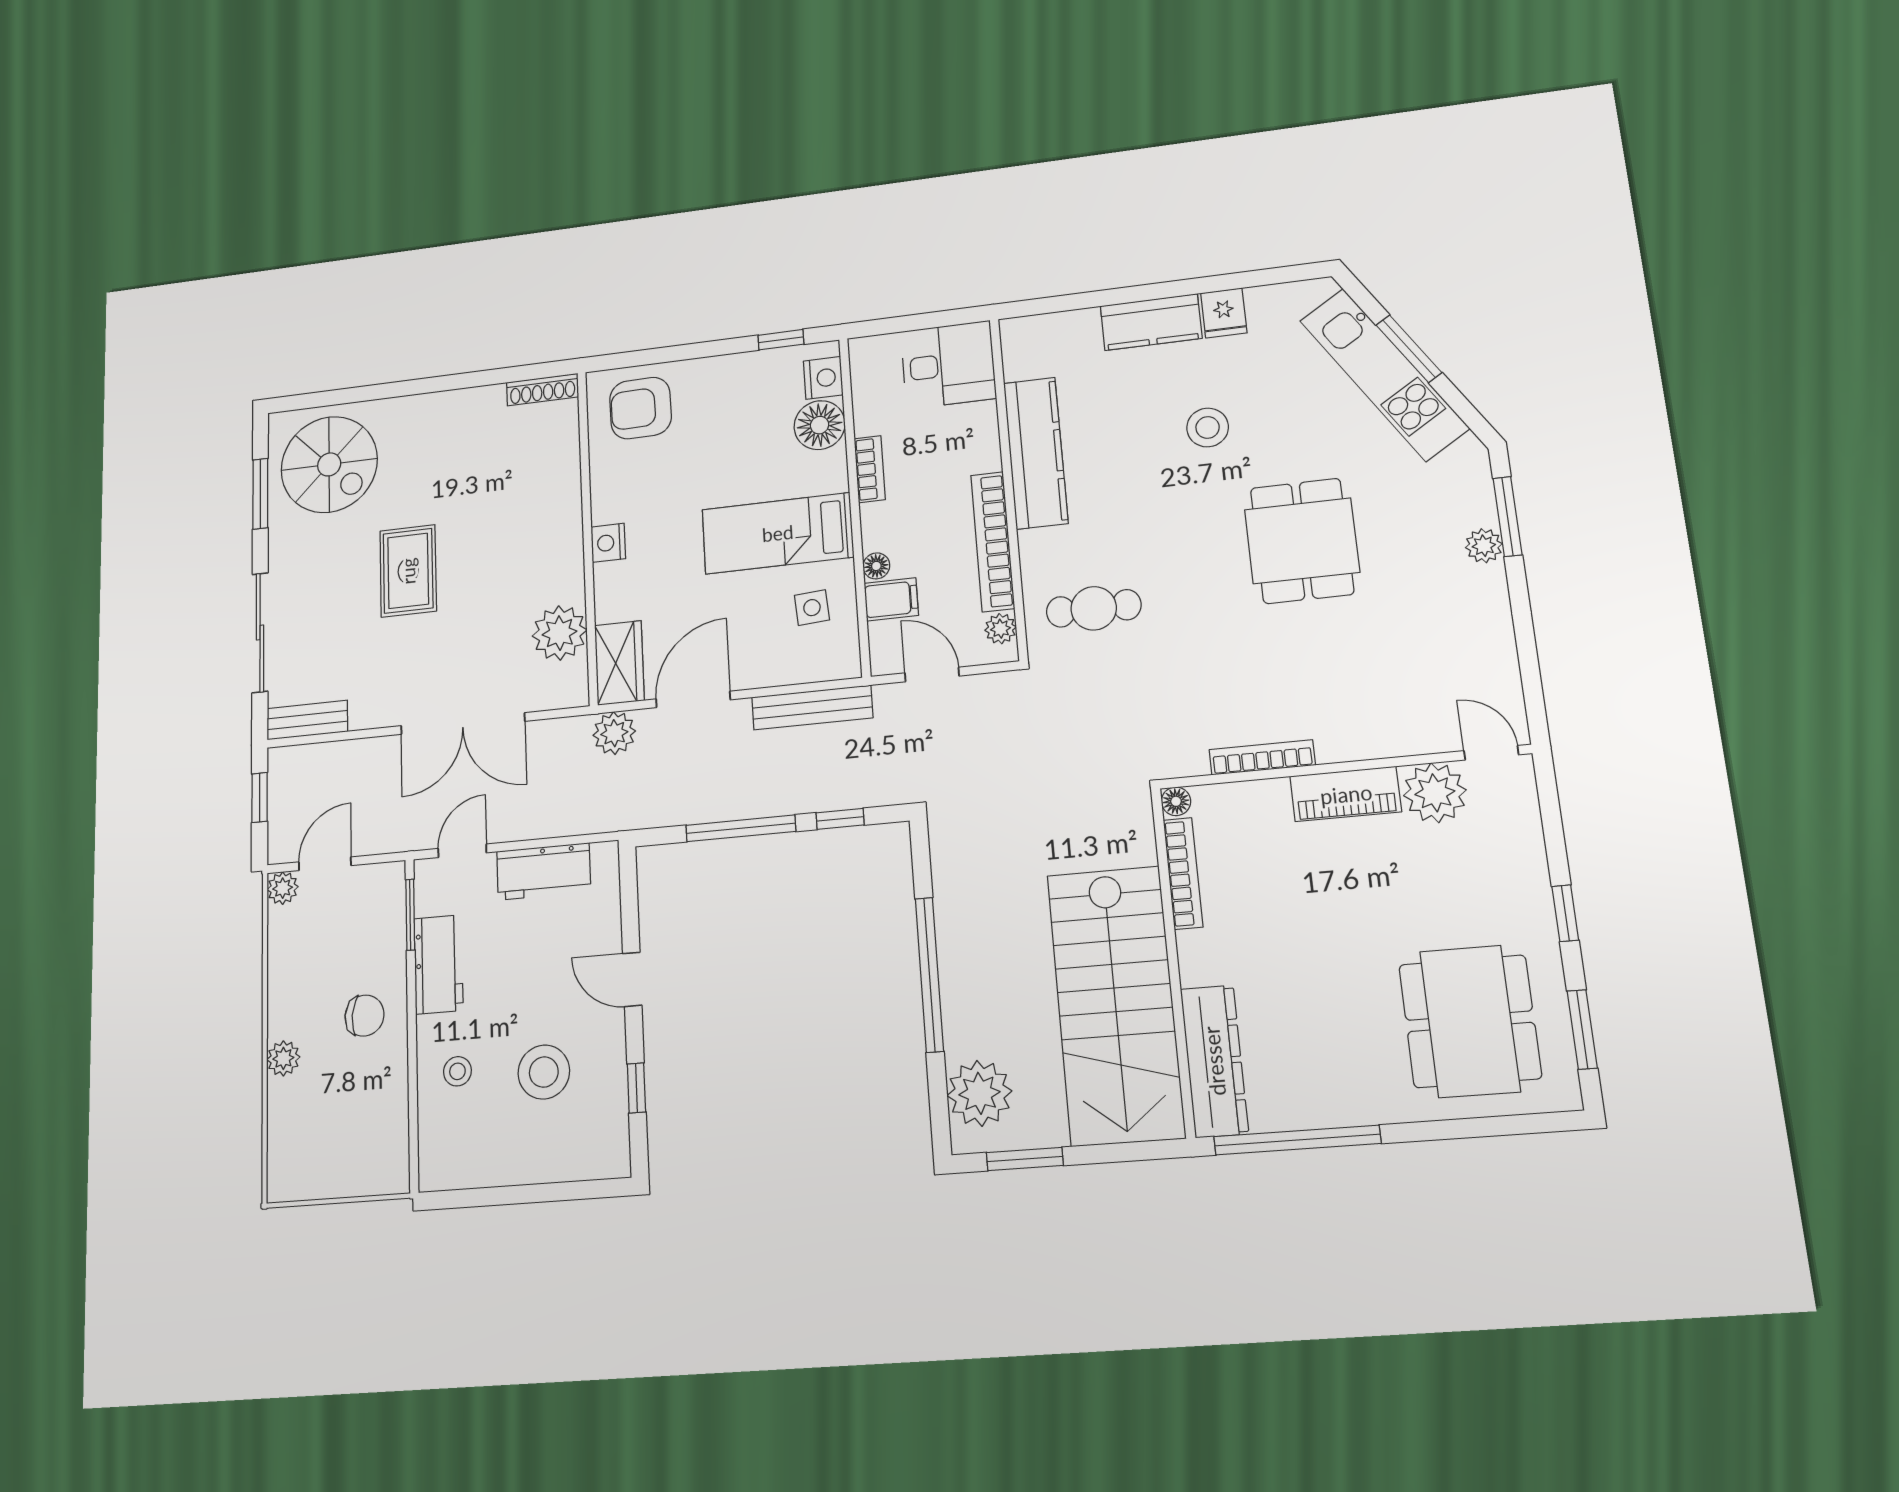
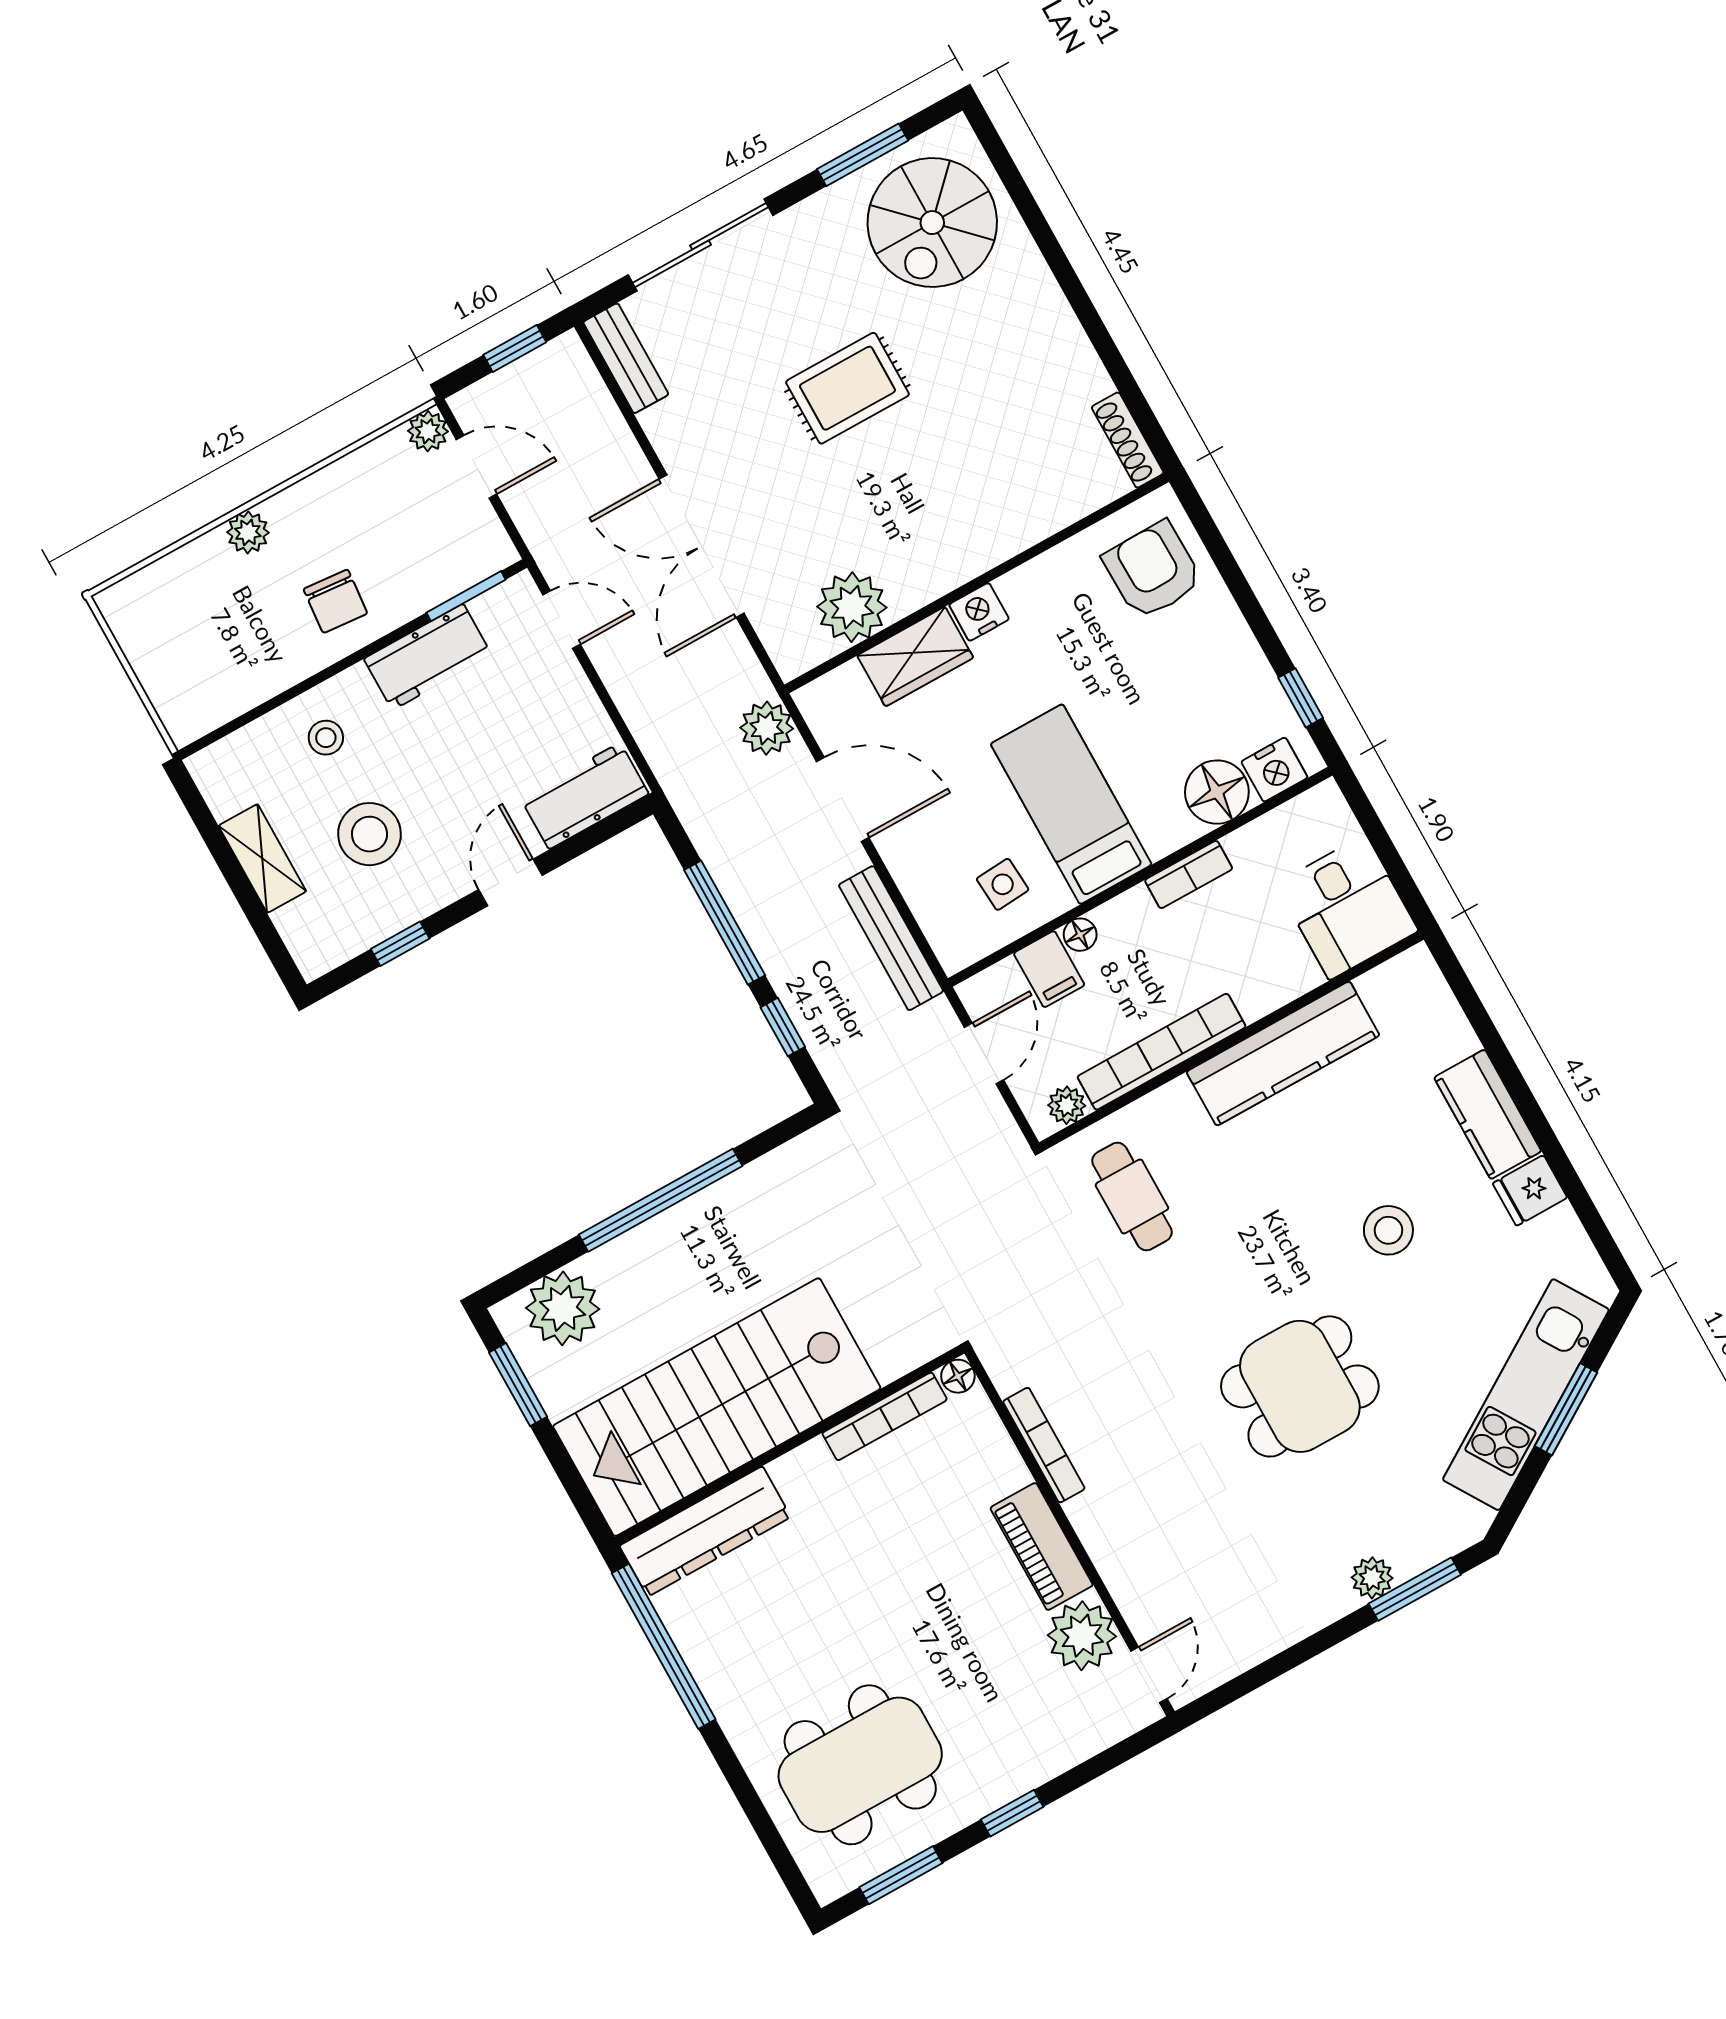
wardrobe: (619, 663) -> (915, 657), moved
workbench: (544, 871) -> (585, 796), moved, turned 90
shelving: (521, 1166) -> (262, 859), added

